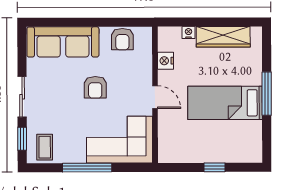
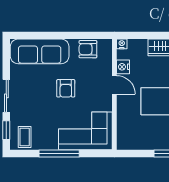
nightstand: (188, 33) -> (122, 44), moved
armchair: (122, 39) -> (88, 49), turned 90
door: (155, 97) -> (114, 85), moved

